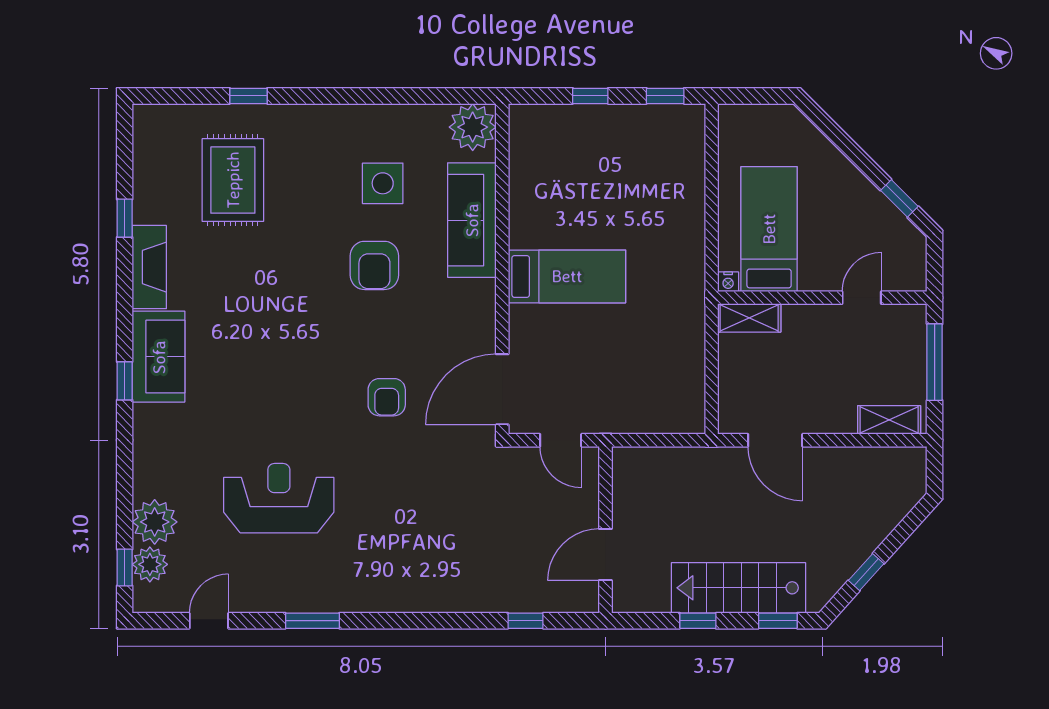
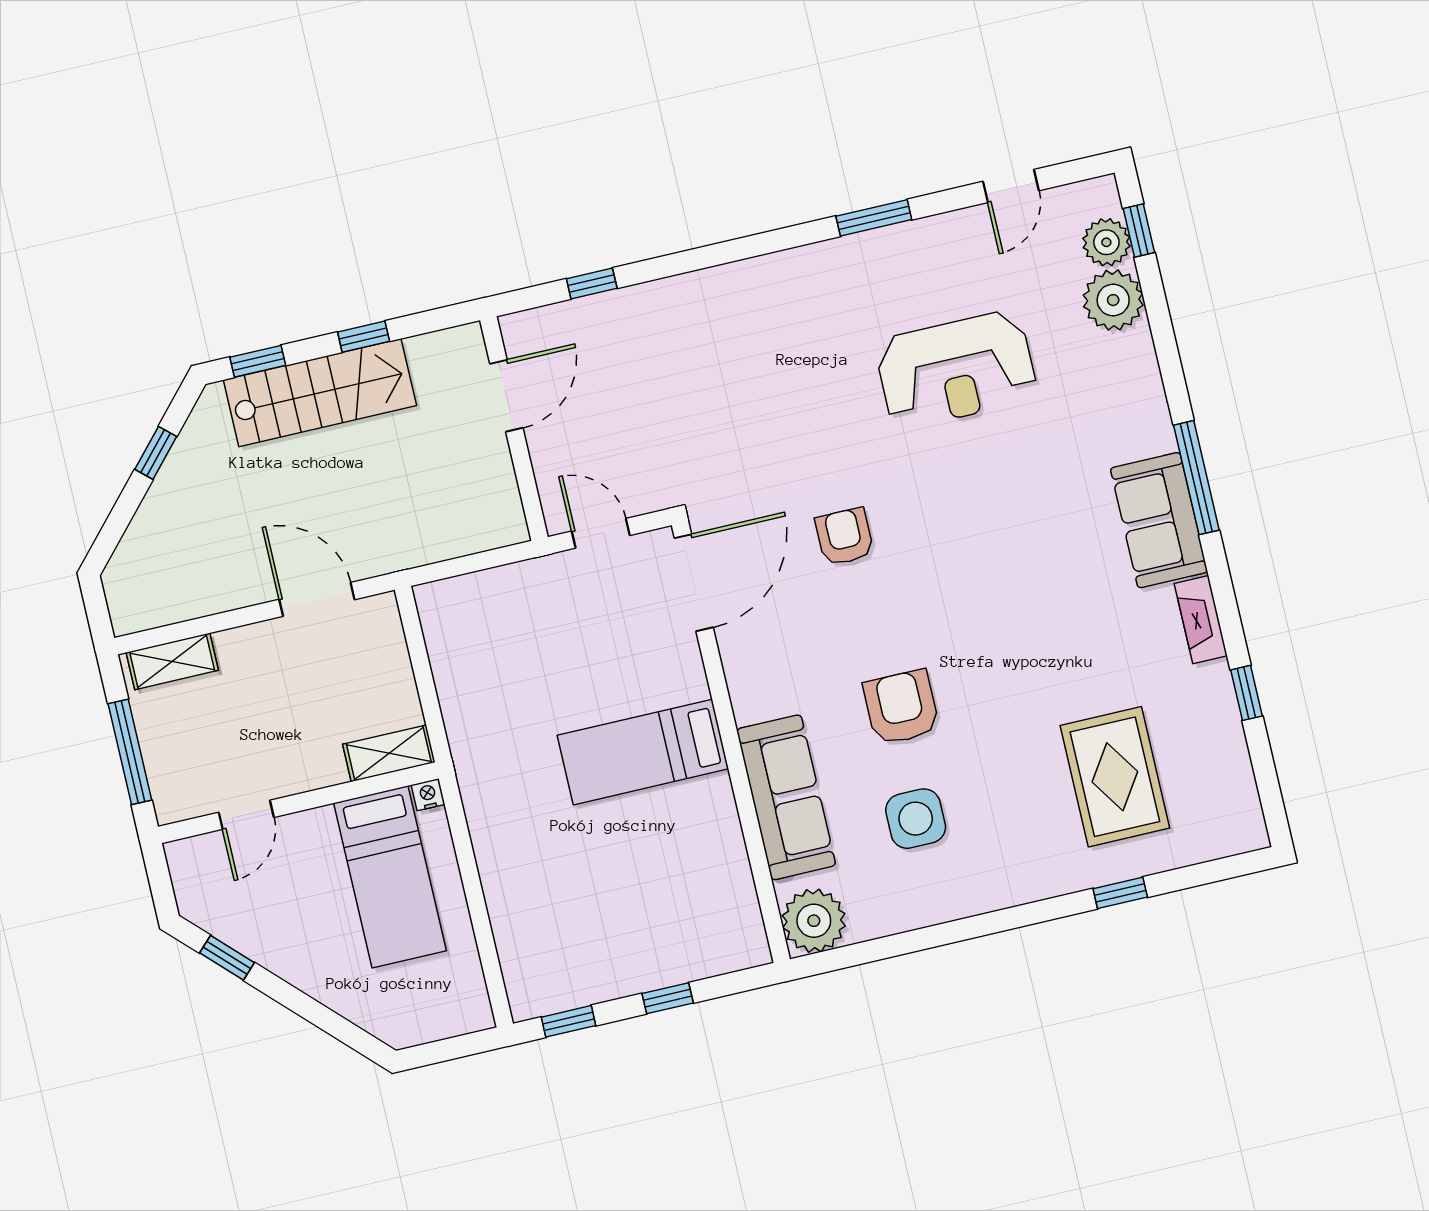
fireplace: (149, 267) -> (1201, 620), width x0.73, depth x0.76
window: (125, 381) -> (1196, 478), width x2.17

